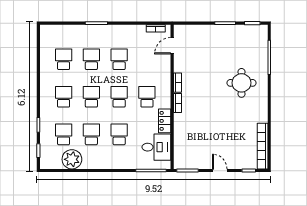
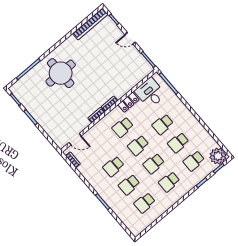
round table: (241, 83) -> (61, 73), width x1.36, depth x1.36
plant: (72, 159) -> (218, 156), moved
door: (220, 171) -> (130, 38), hinge flipped

